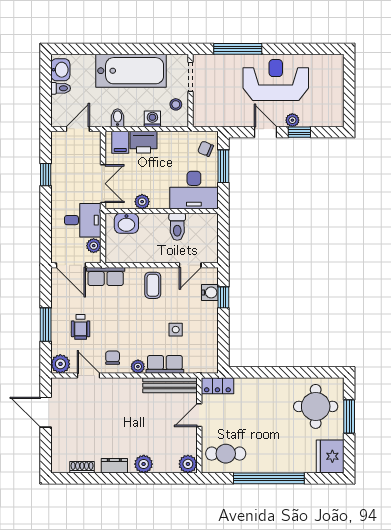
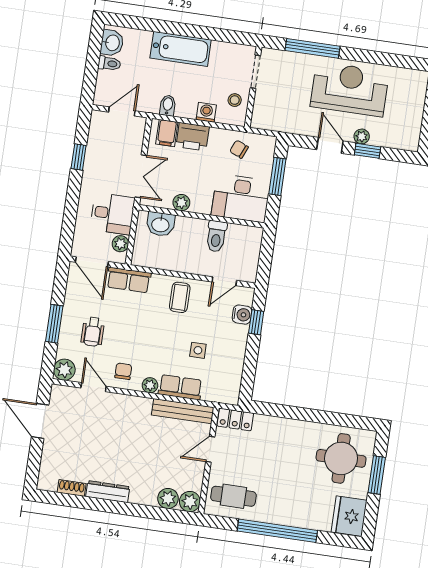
bathtub: (131, 71) -> (181, 49), width x0.73, depth x0.73
chair: (206, 149) -> (239, 149), moved
plant: (144, 464) -> (168, 498), moved
dresser: (114, 466) -> (108, 492), width x1.44

